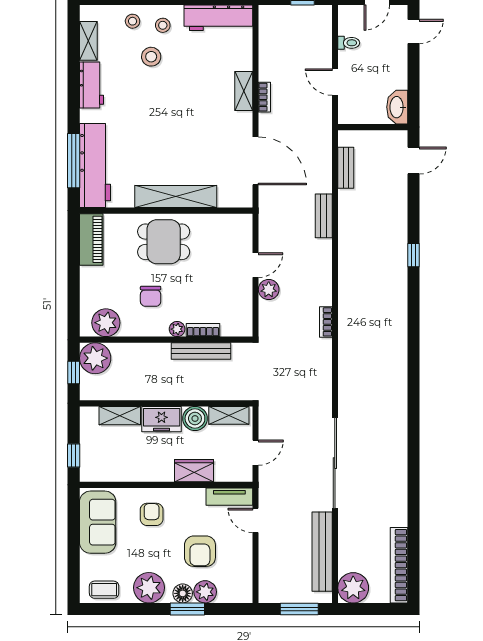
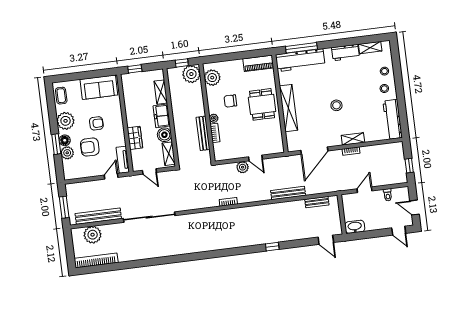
stool: (151, 57) -> (336, 105), moved
bench: (324, 216) -> (288, 193), width x1.36
armchair: (152, 514) -> (96, 123), moved
plant: (353, 588) -> (93, 235), moved

